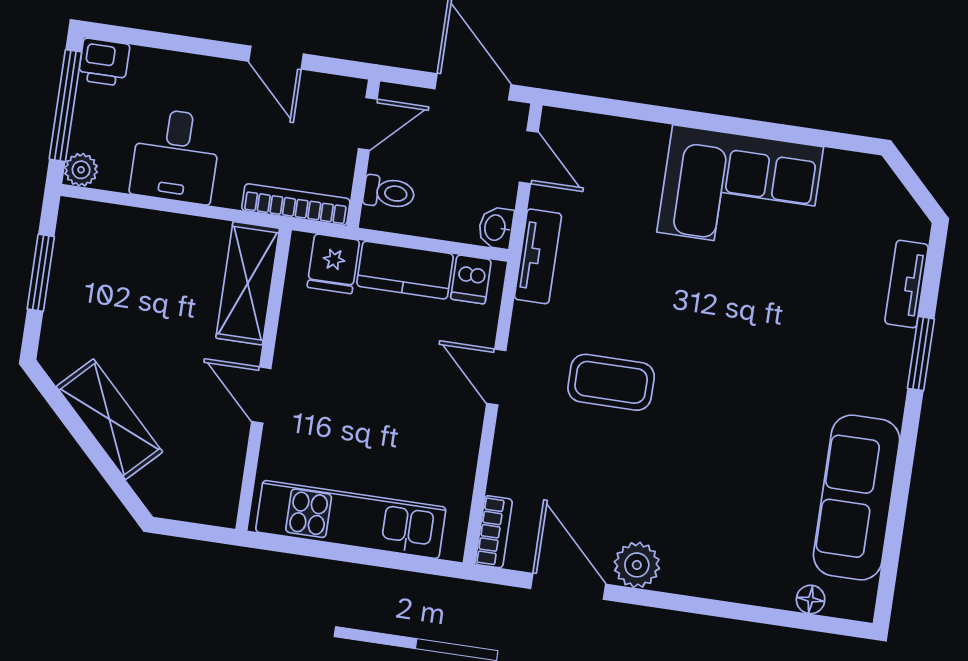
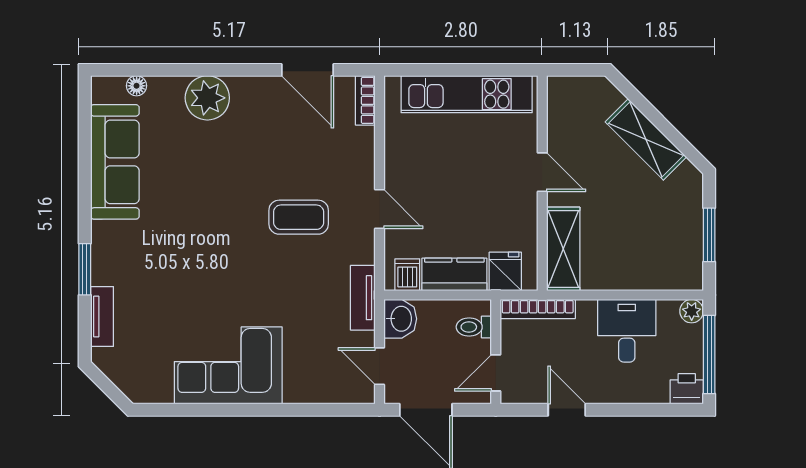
washbasin: (496, 228) -> (400, 319), width x1.38, depth x1.45
plant: (637, 565) -> (207, 98), moved, width x1.36, depth x1.36

